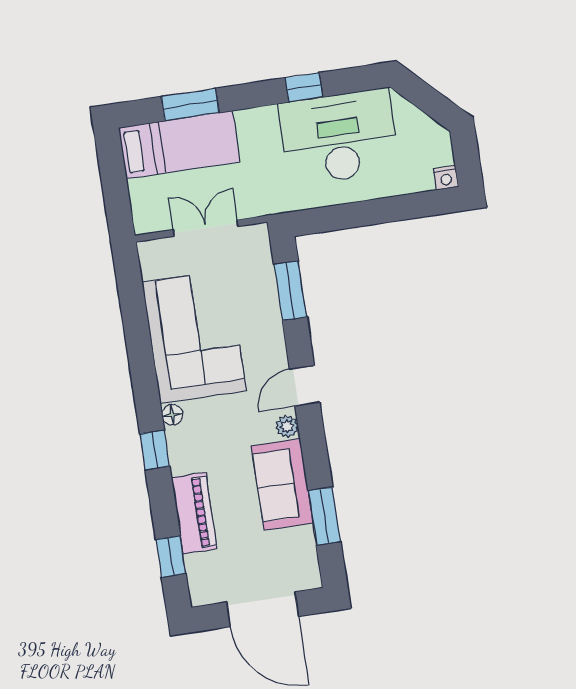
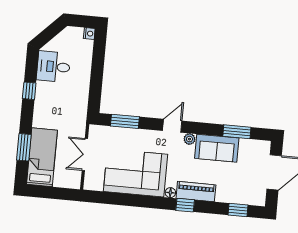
desk: (339, 137) -> (53, 67), width x0.53, depth x0.77
door: (305, 386) -> (172, 126), swing flipped
piano: (194, 513) -> (196, 192), moved

